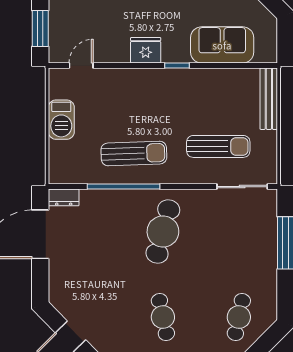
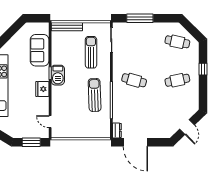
barbecue: (61, 120) -> (58, 75), moved, turned 90
cafe table: (163, 232) -> (134, 80), width x0.73, depth x0.74

